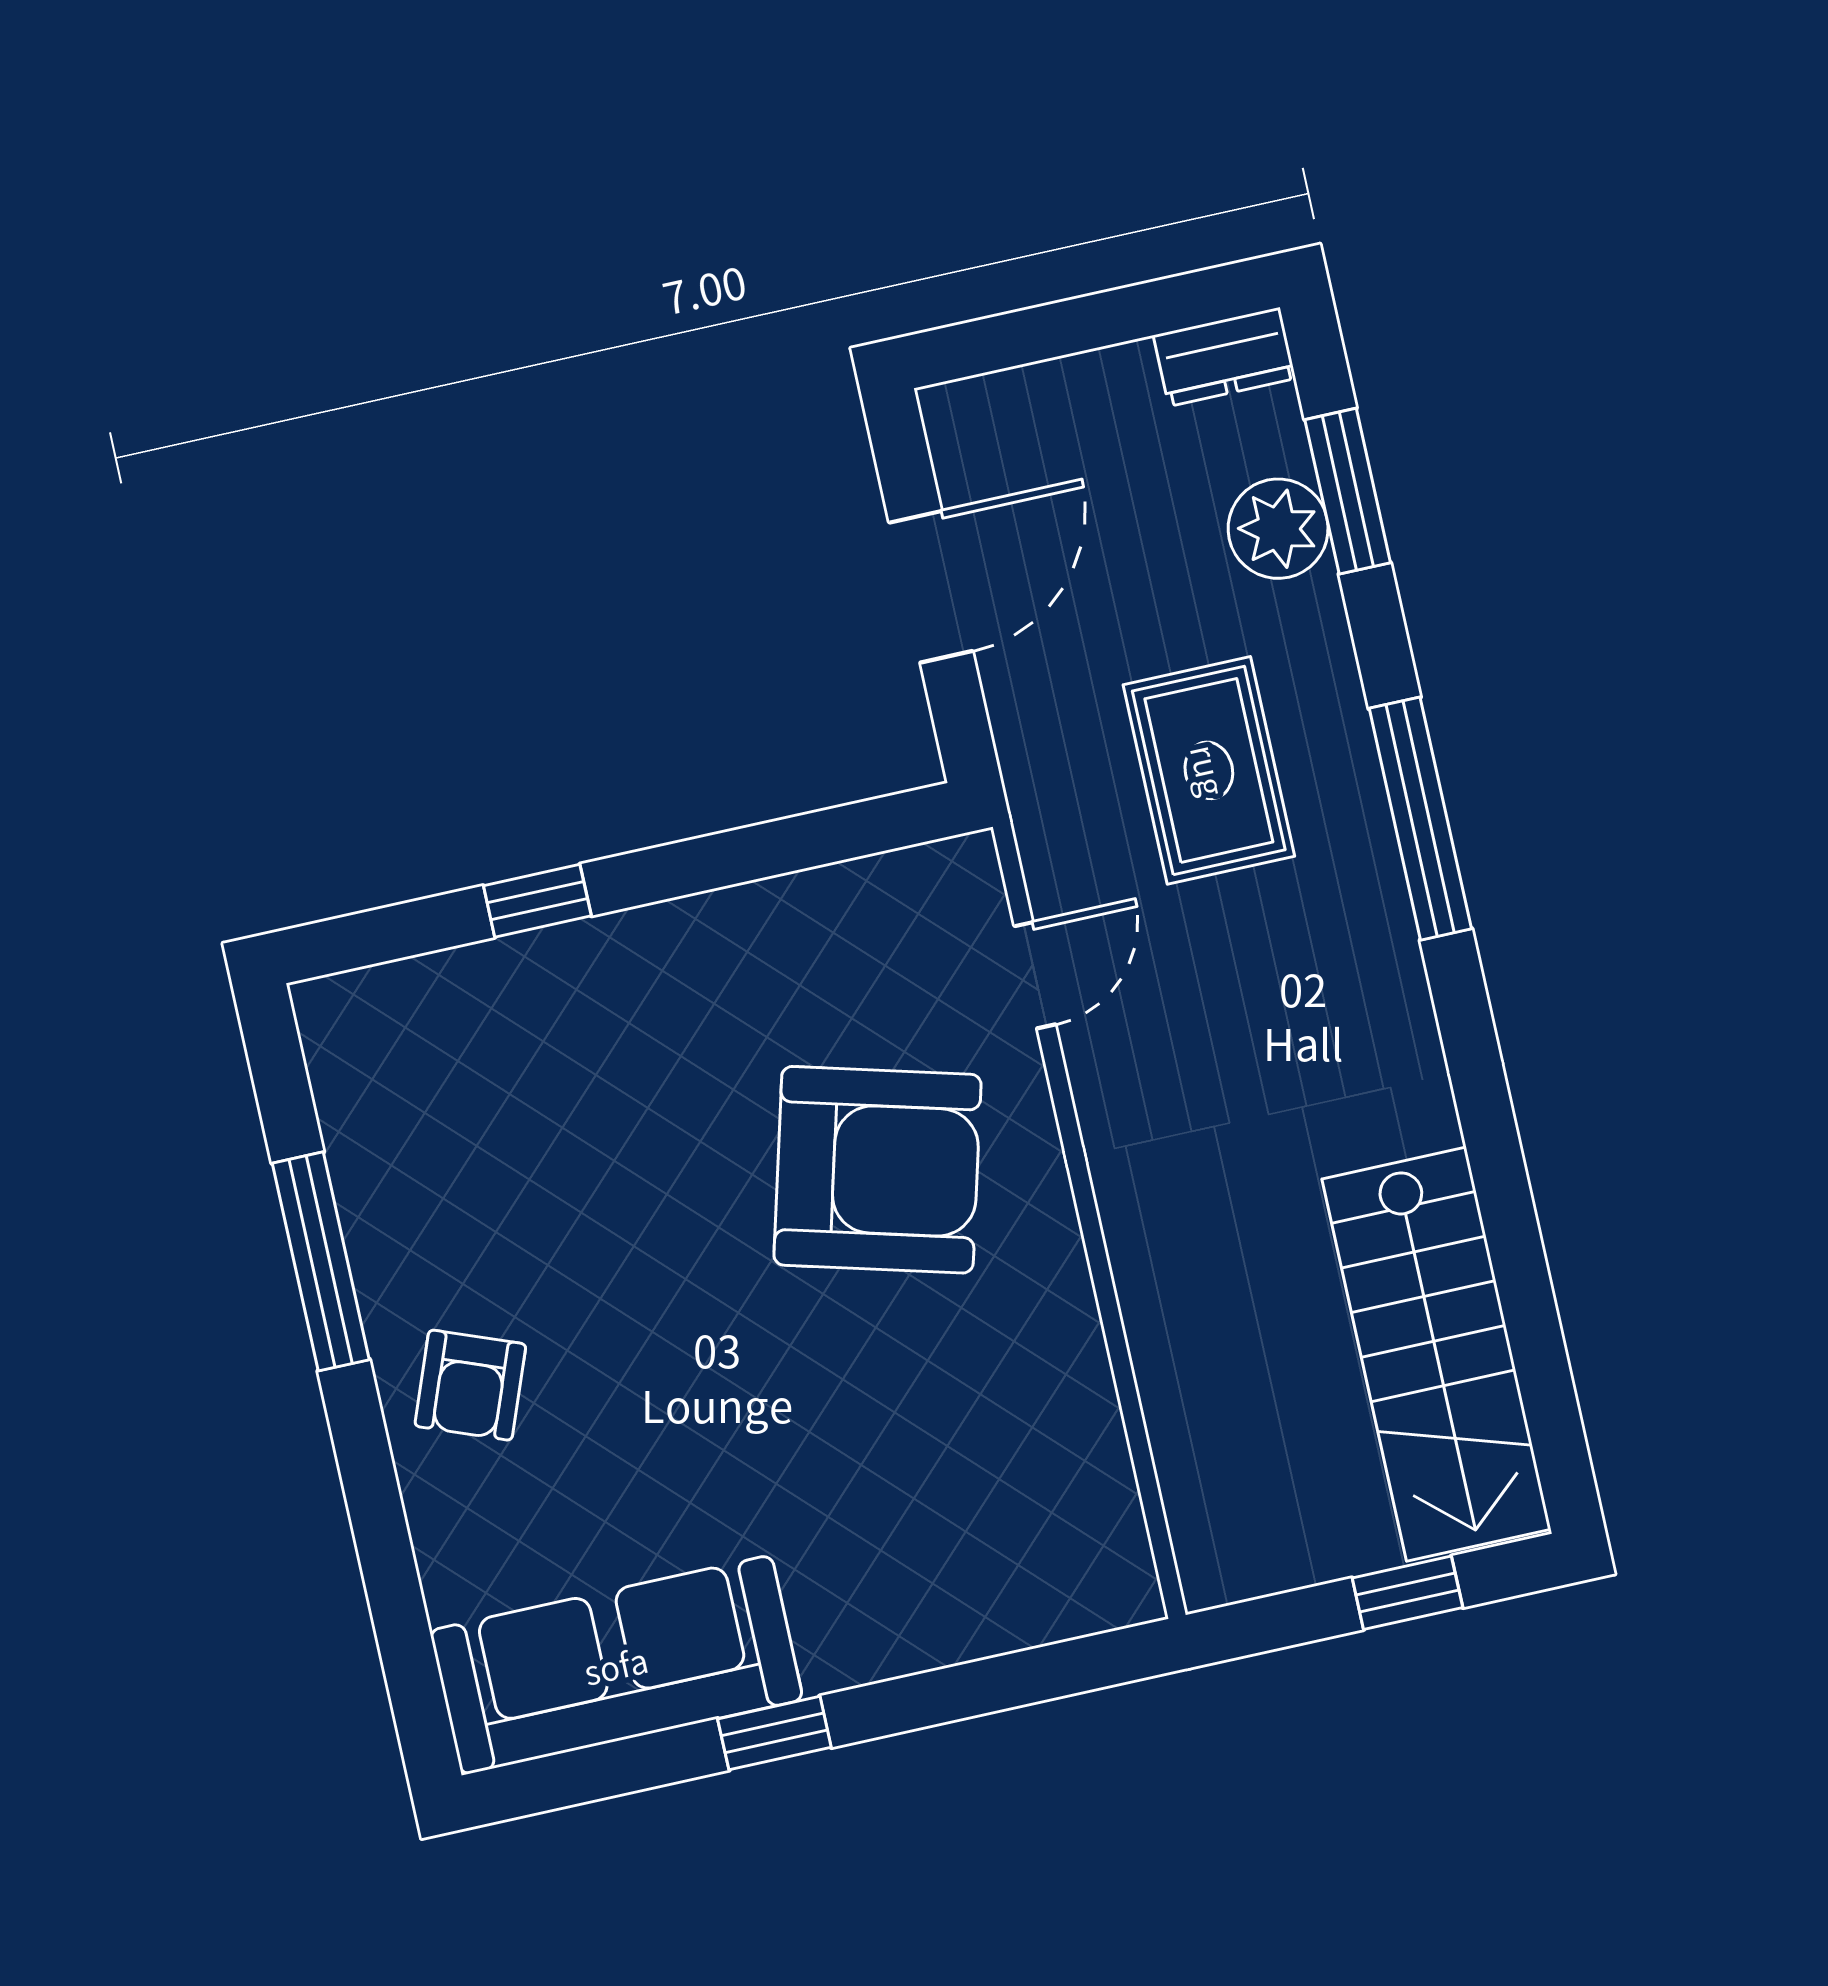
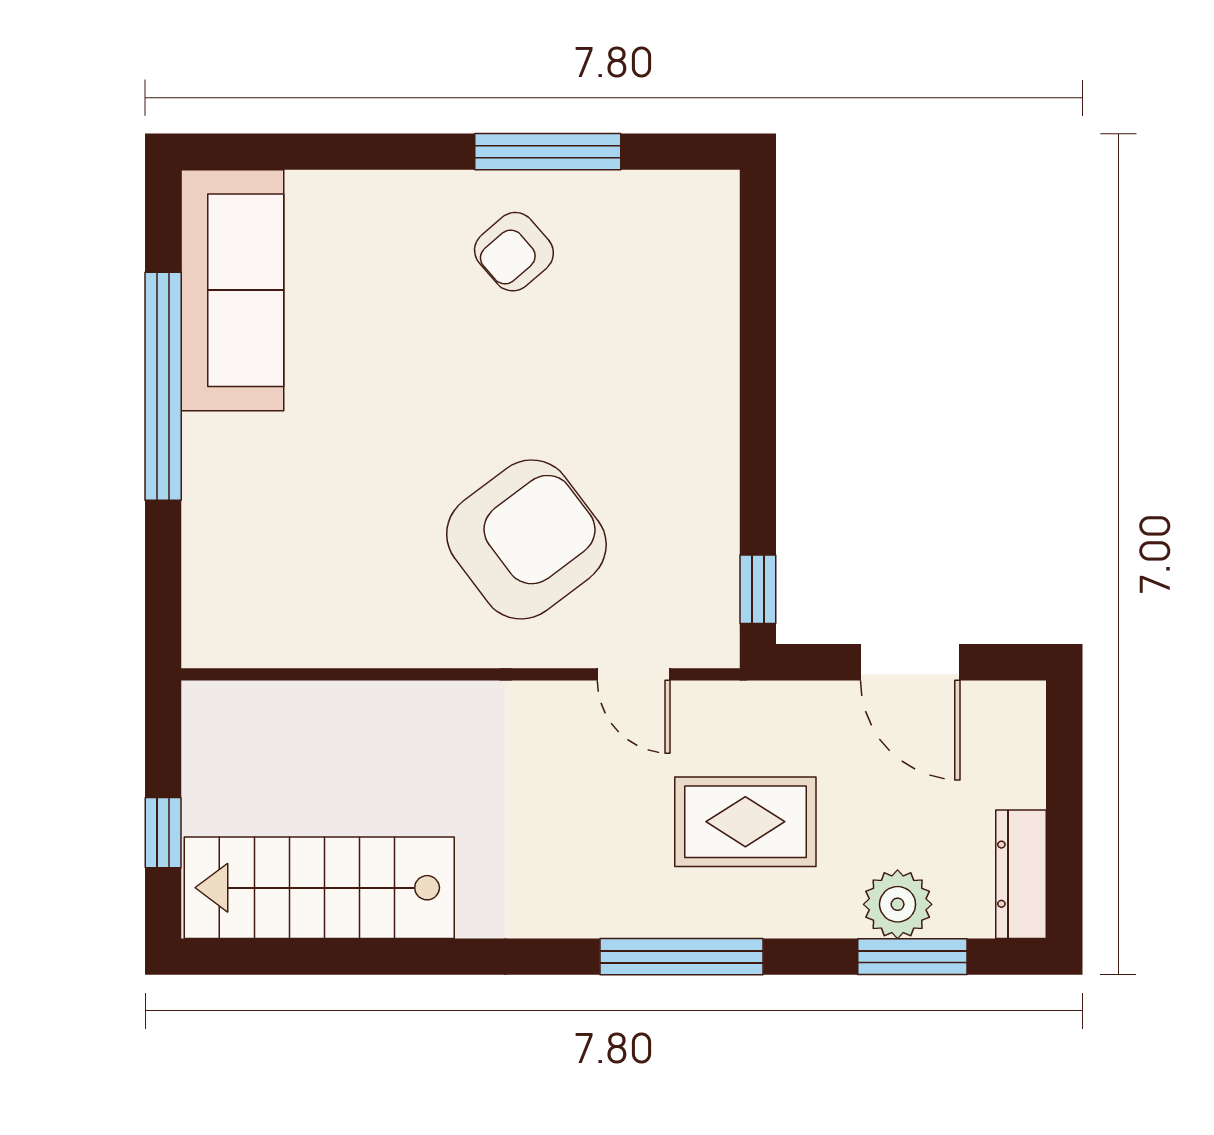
dresser: (1224, 357) -> (1021, 874), width x1.44
window: (537, 901) -> (758, 589), moved
armchair: (877, 1170) -> (526, 539), turned -142
armchair: (470, 1385) -> (514, 252), moved, turned -62
window: (774, 1733) -> (163, 386), width x3.17

